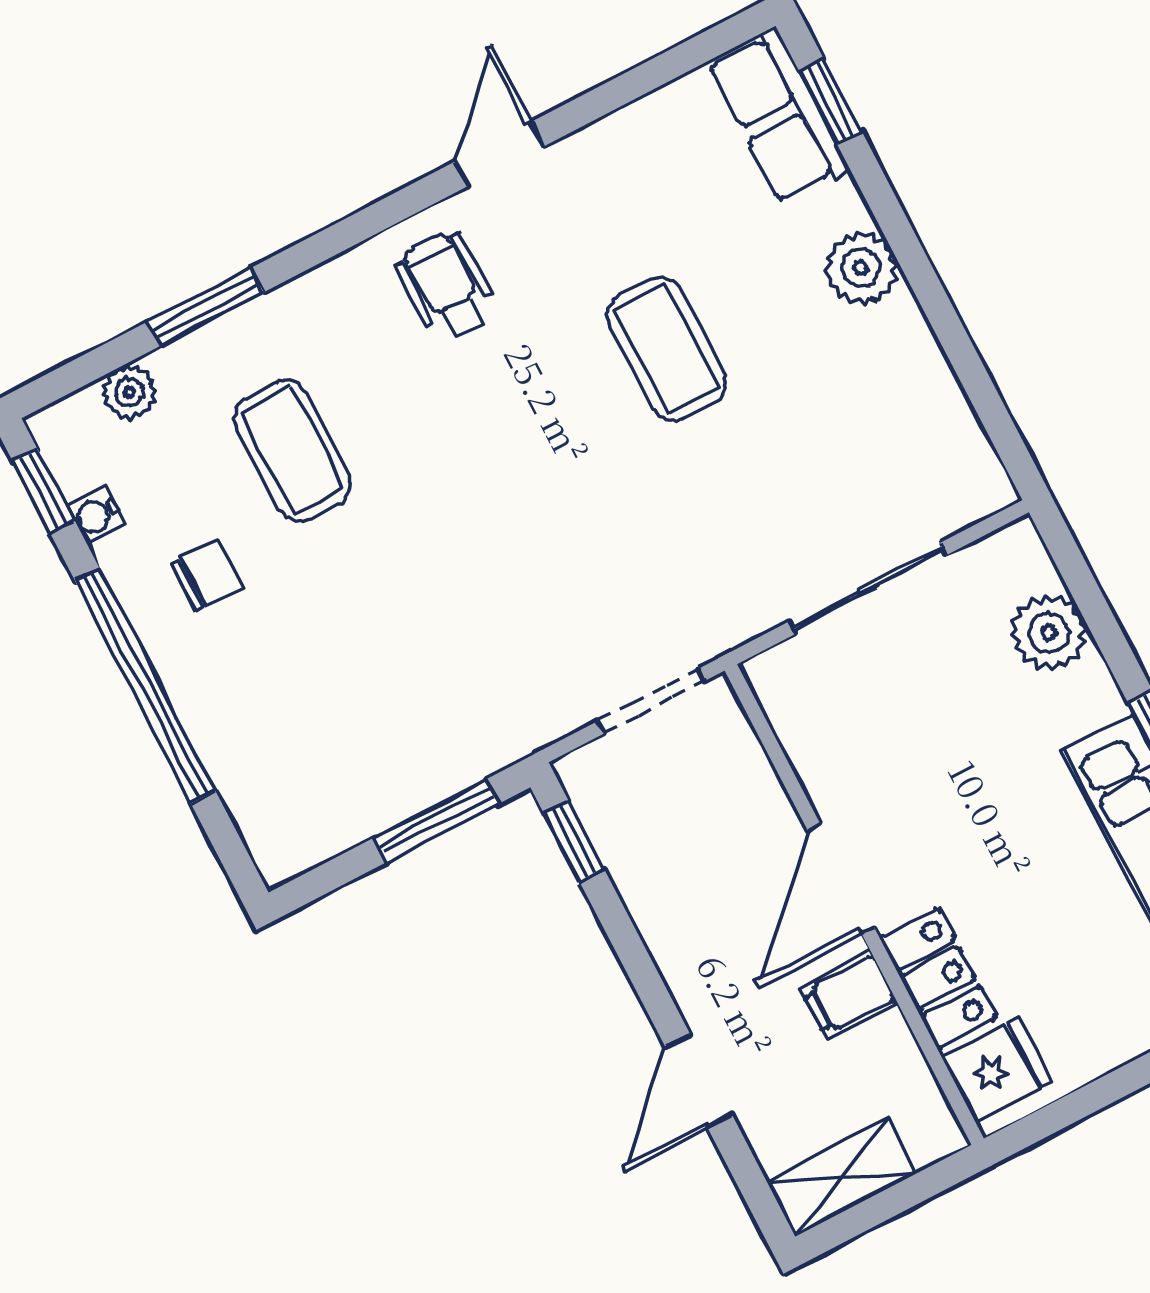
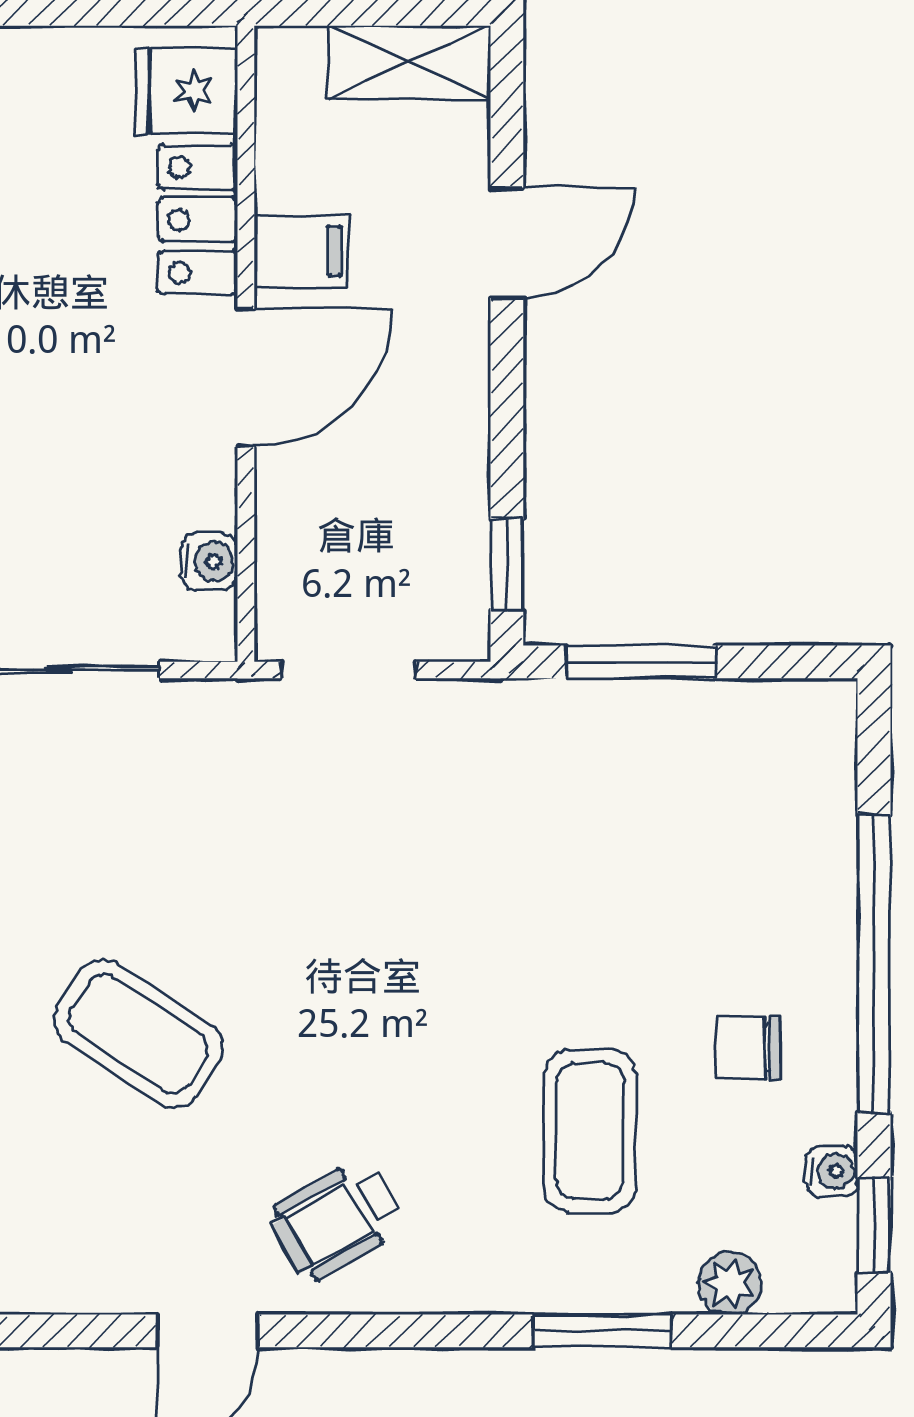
wheelchair: (447, 287) -> (337, 1220), turned 60
coffee table: (667, 349) -> (138, 1034), turned -56
water cooler: (797, 728) -> (209, 562), added

